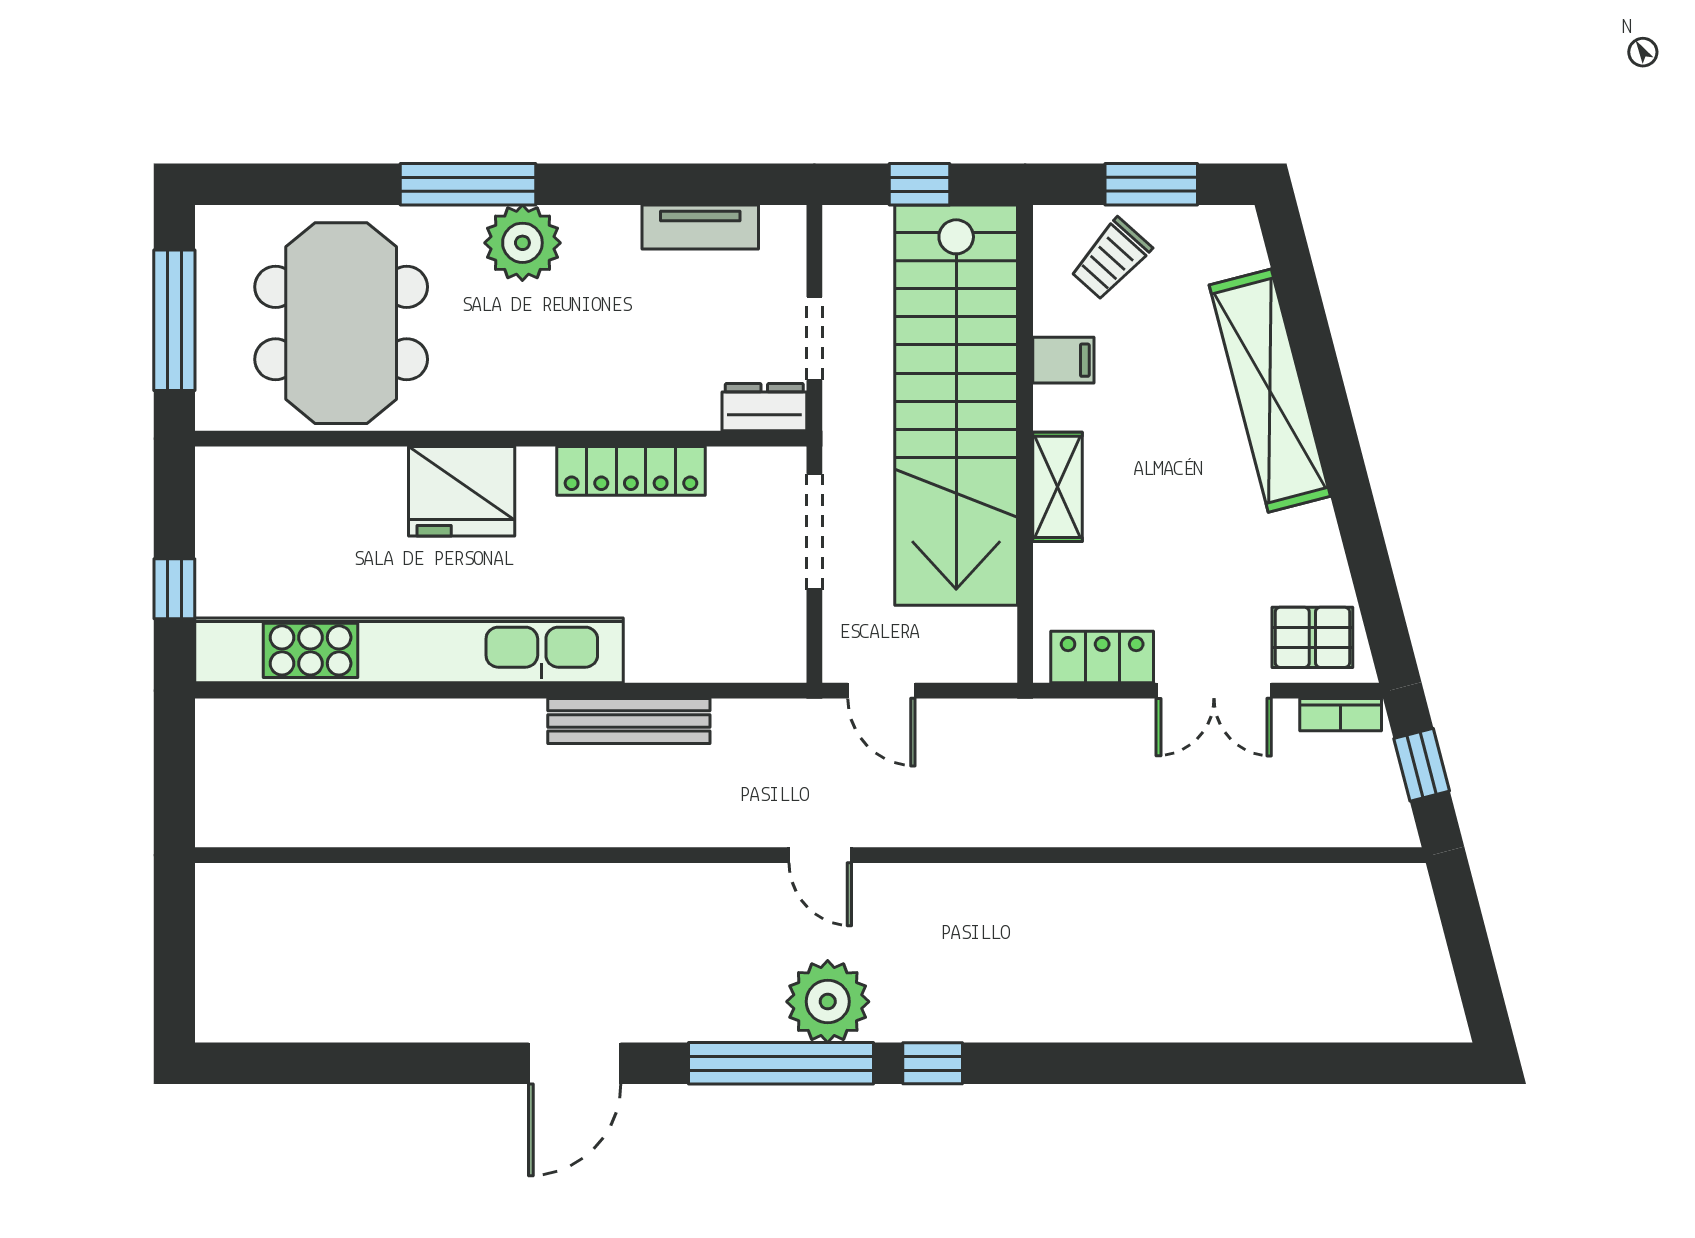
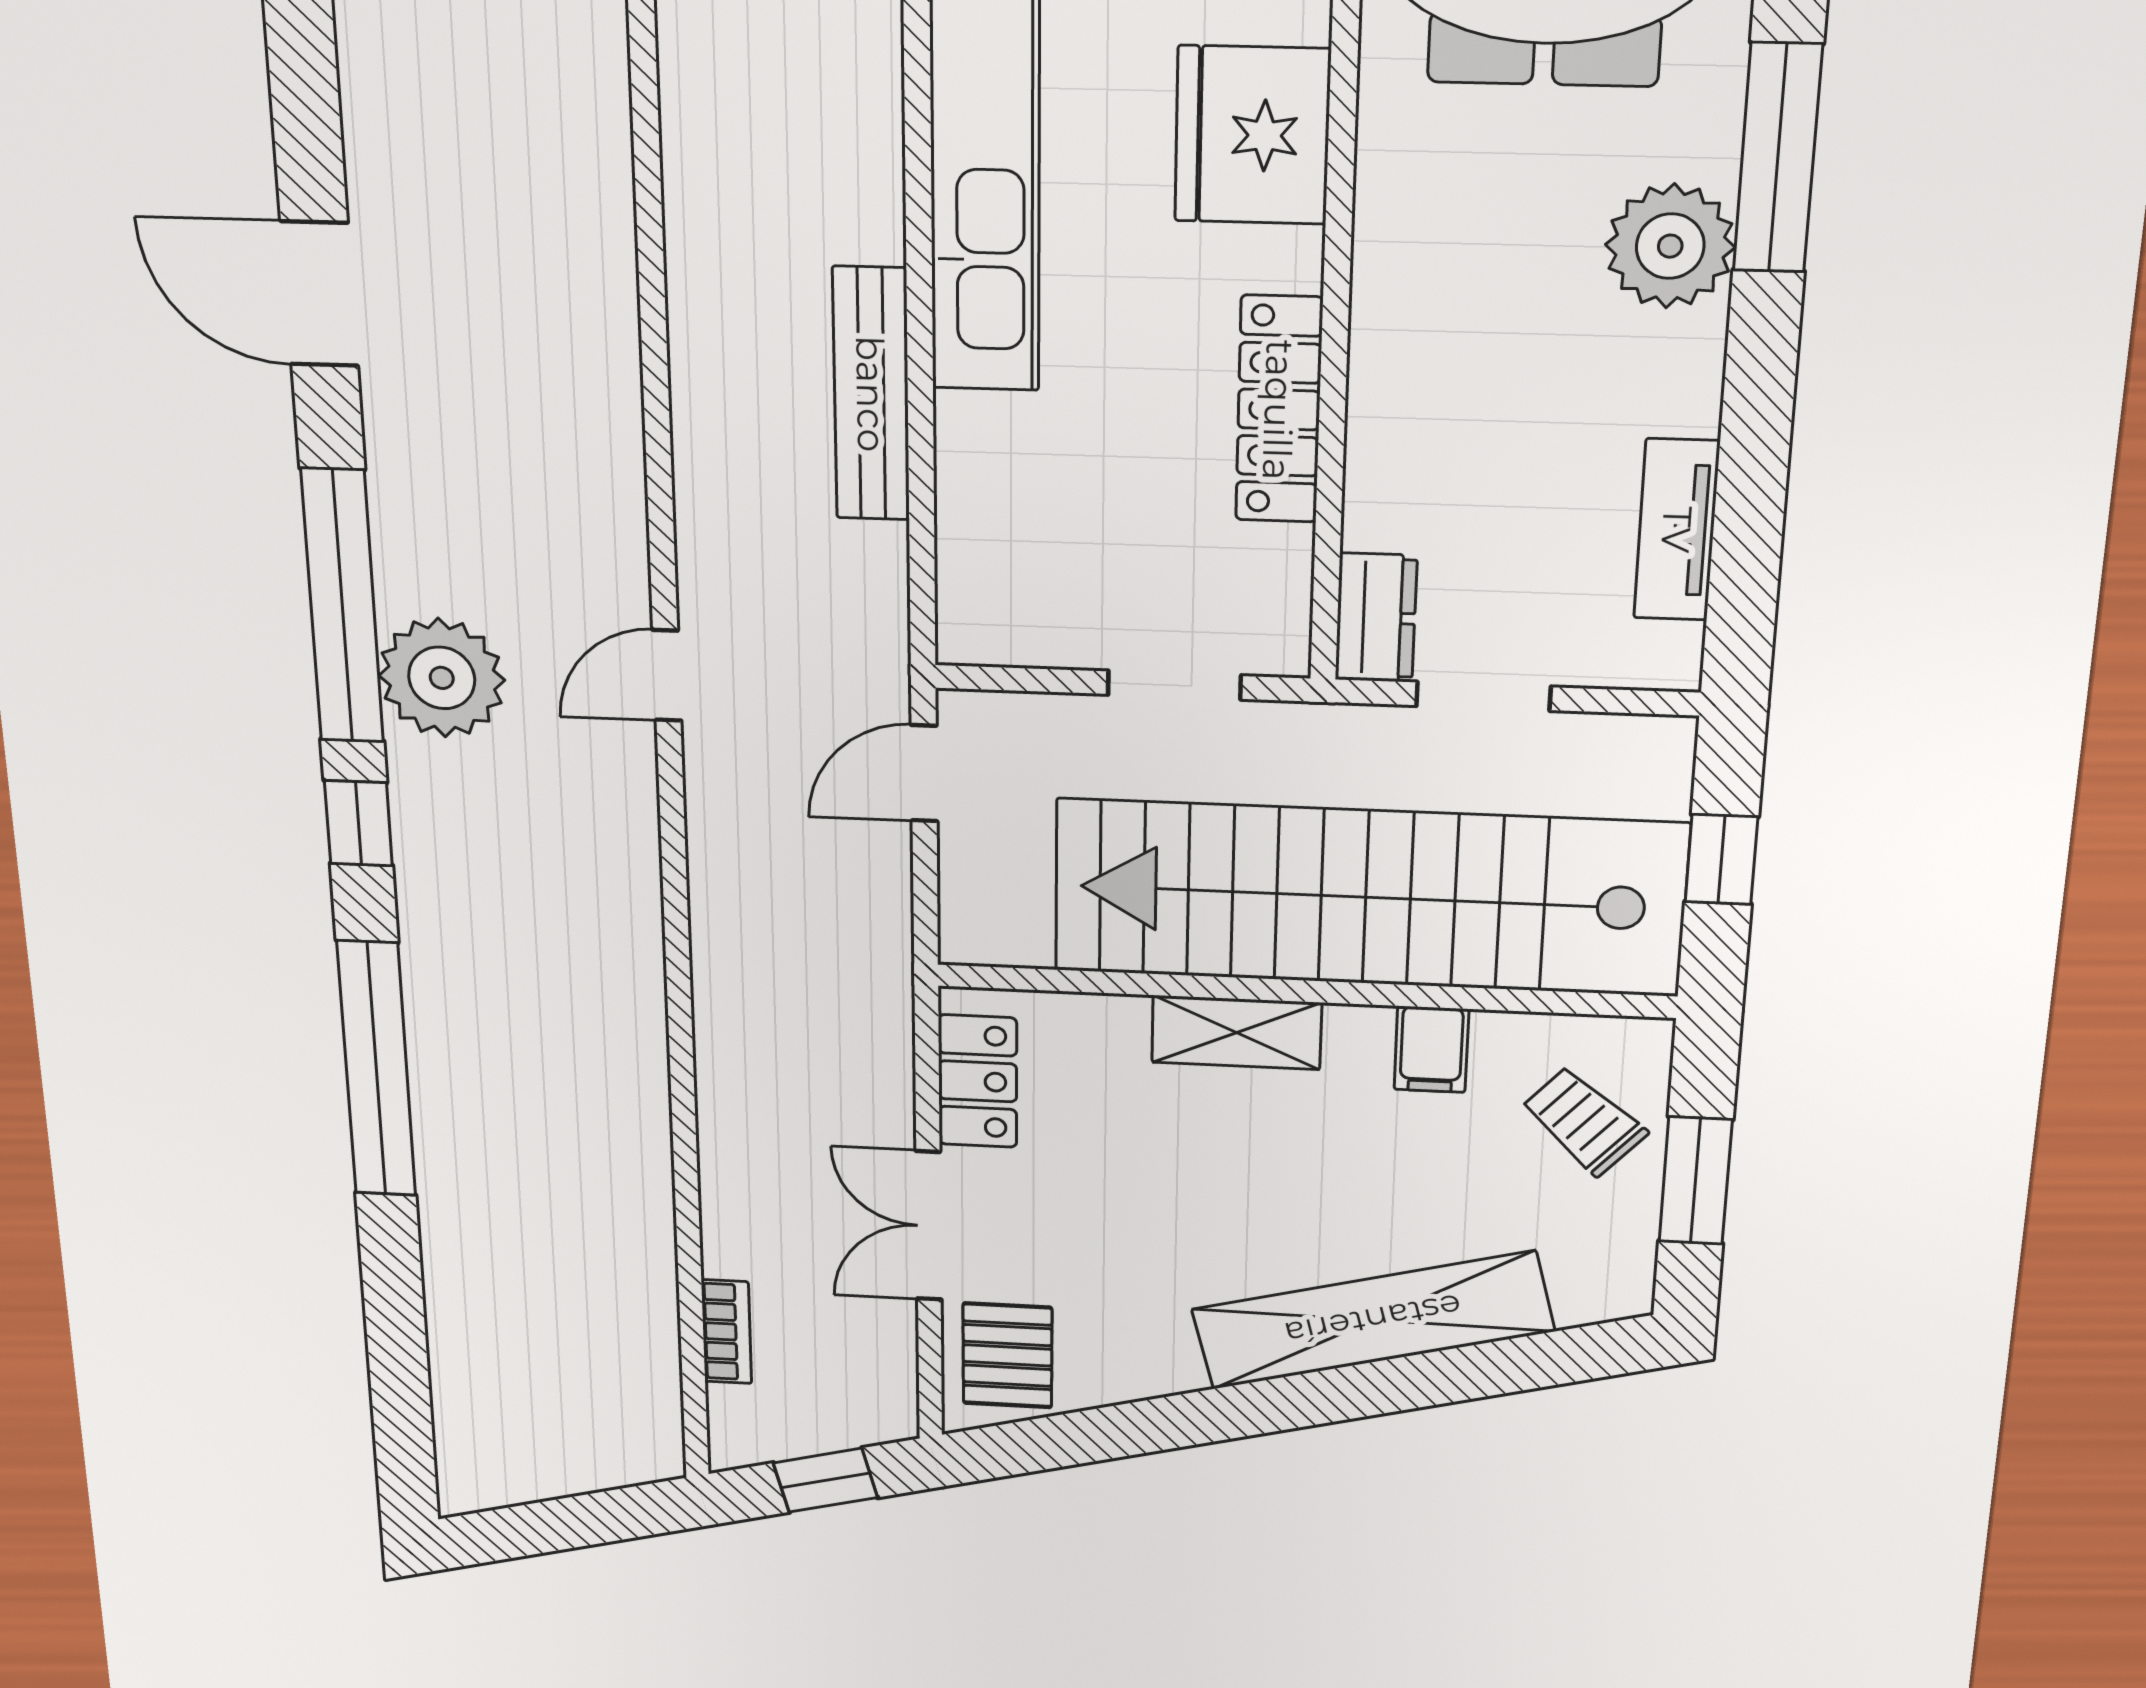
doorway: (814, 532) -> (1174, 685), width x0.73
bookcase: (1341, 715) -> (726, 1332), moved, turned 180
window: (1114, 1063) -> (377, 1069), added

